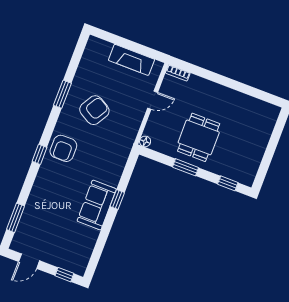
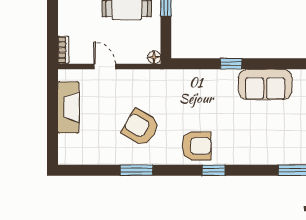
sofa: (97, 205) -> (265, 84), moved

